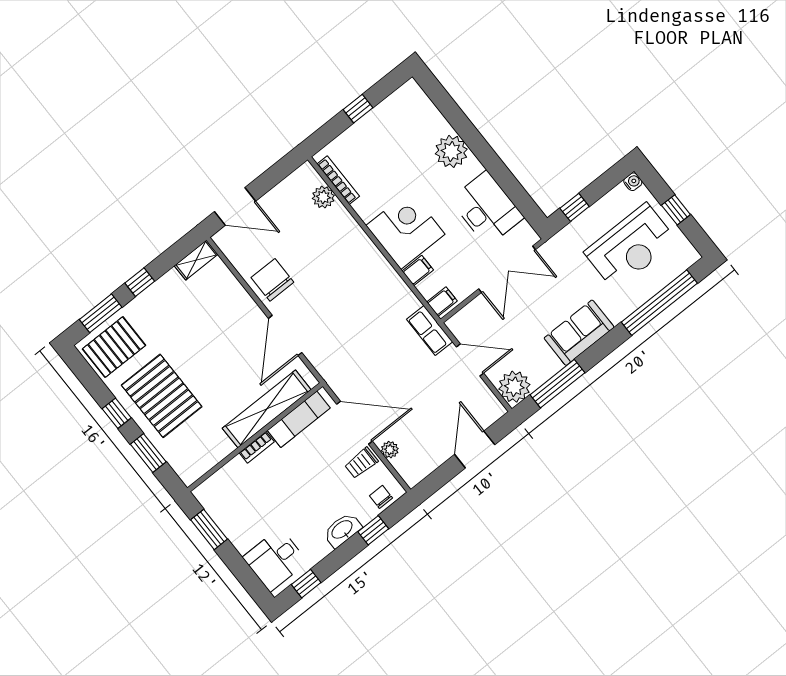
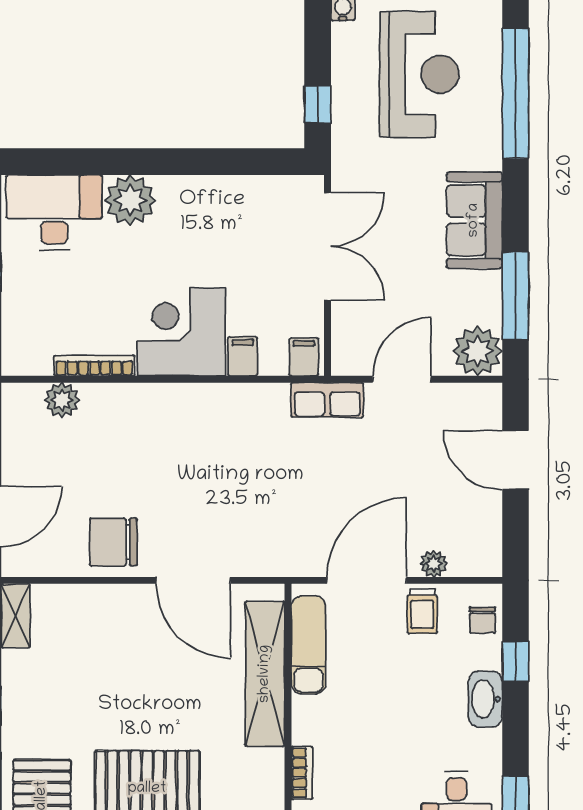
bookcase: (338, 180) -> (94, 366), moved
desk: (487, 209) -> (54, 212), moved
bookcase: (257, 447) -> (302, 773), moved
chair: (381, 497) -> (482, 620), turned -90

